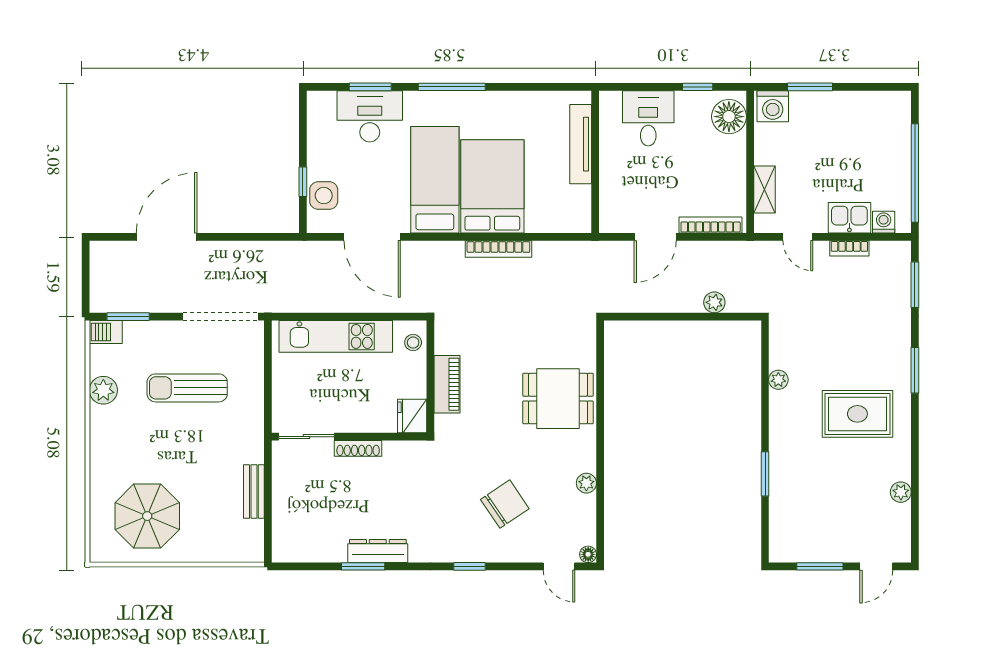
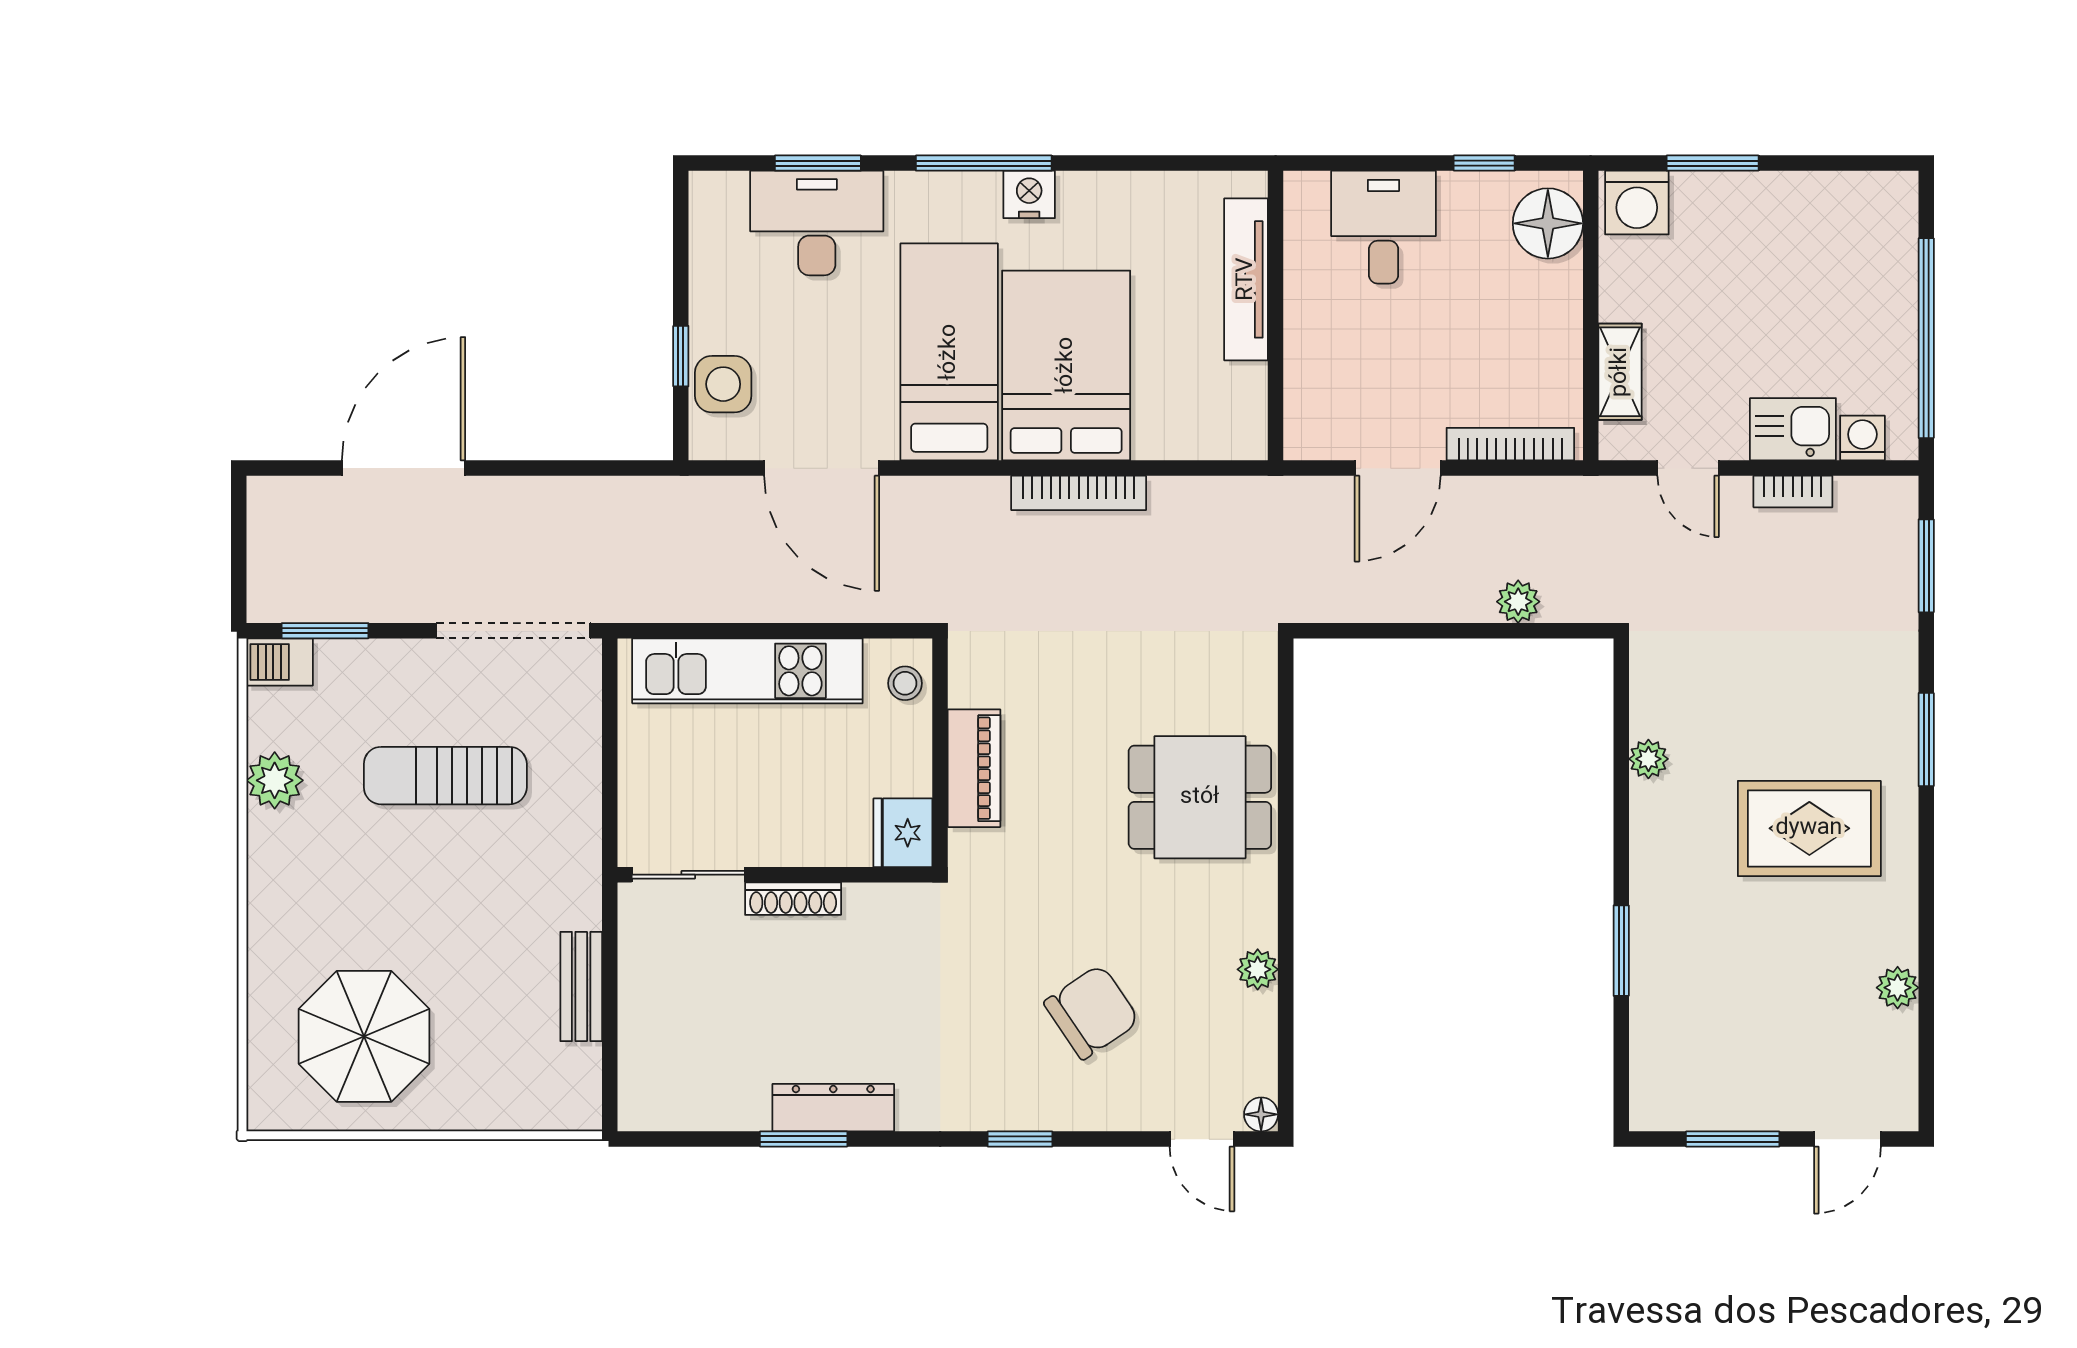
nightstand: (474, 102) -> (1029, 194), added

